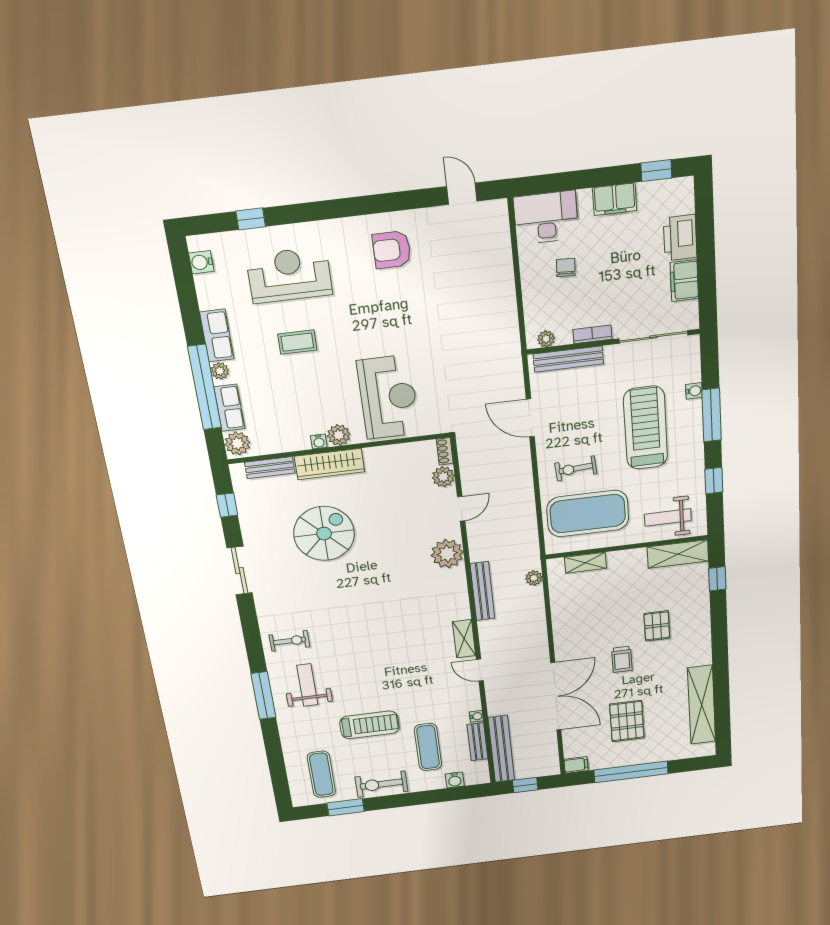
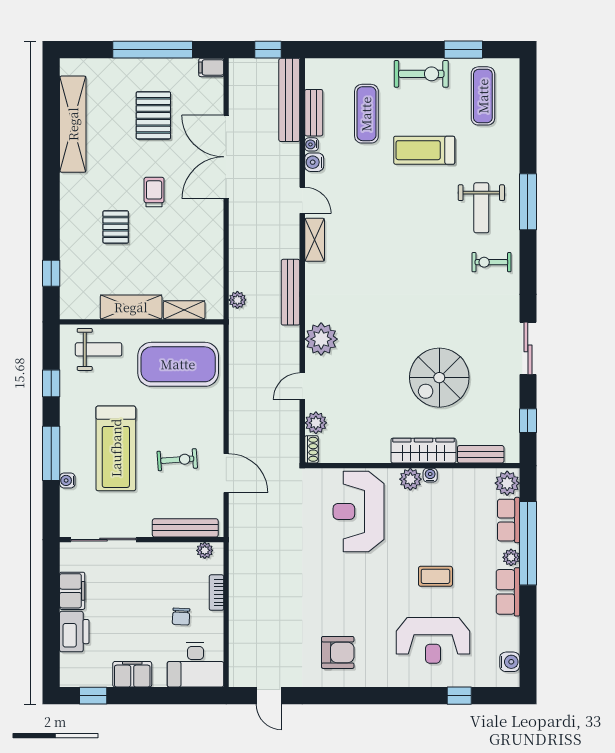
bookcase: (592, 334) -> (216, 593), moved, turned 90
exercise bike: (576, 468) -> (177, 460), moved
shelving: (678, 554) -> (131, 307), moved
water cooler: (455, 780) -> (314, 162), moved, turned -90

